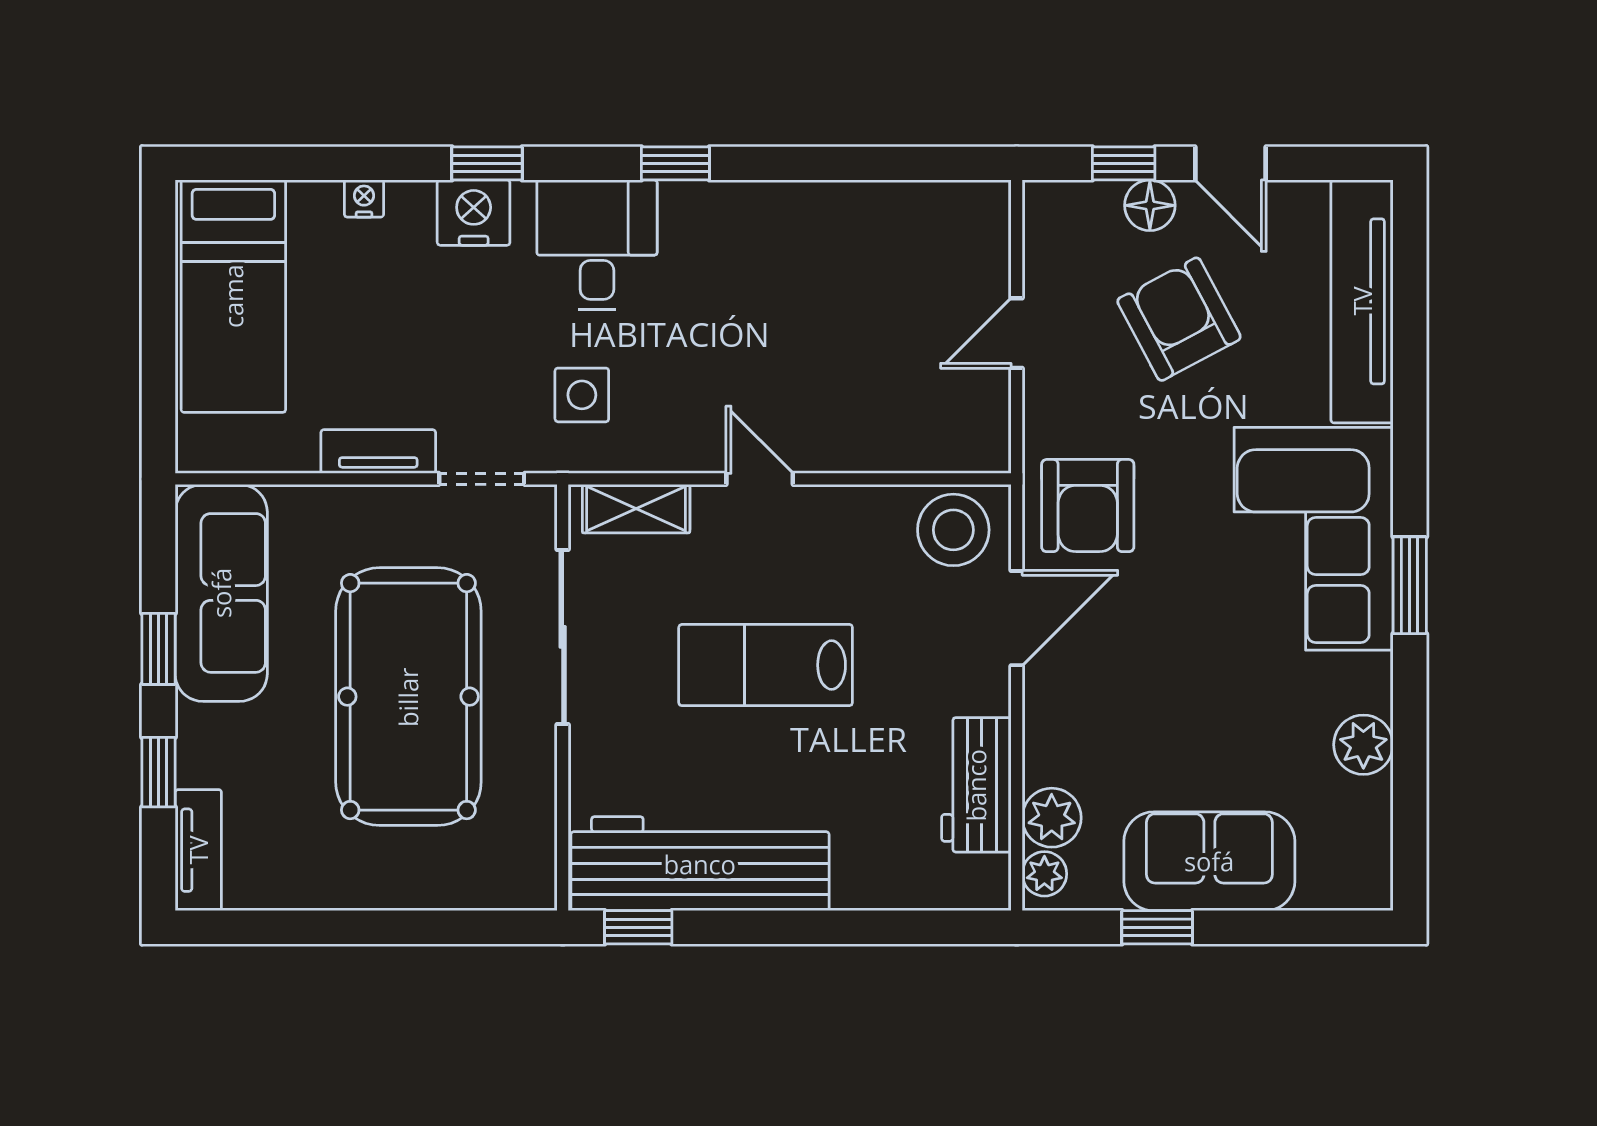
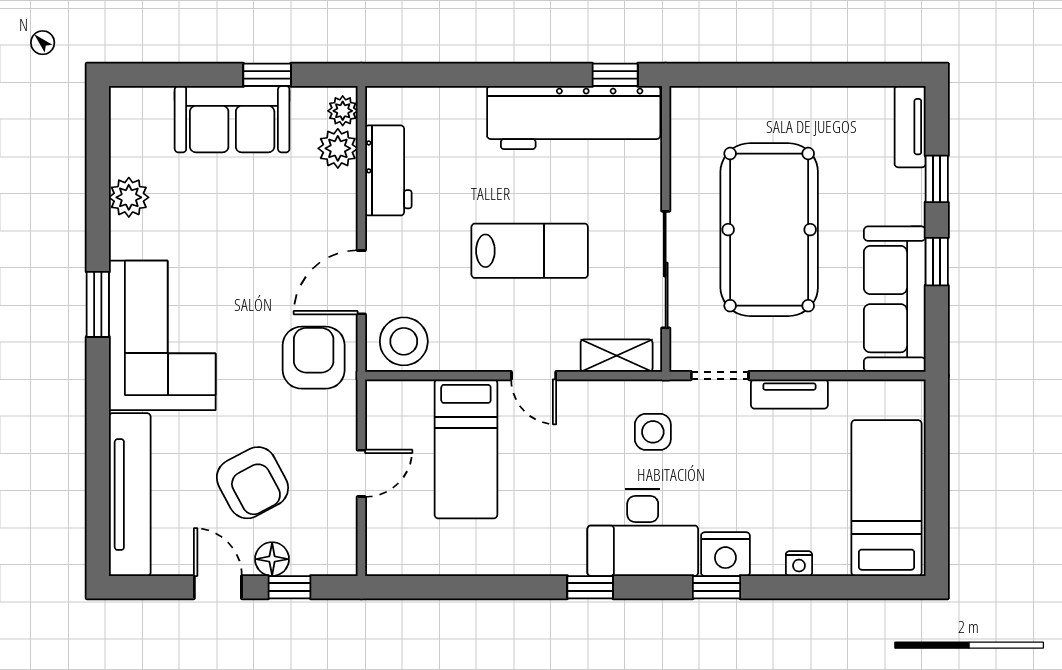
desk: (597, 245) -> (643, 533), width x1.37
bed: (861, 370) -> (466, 449), added

